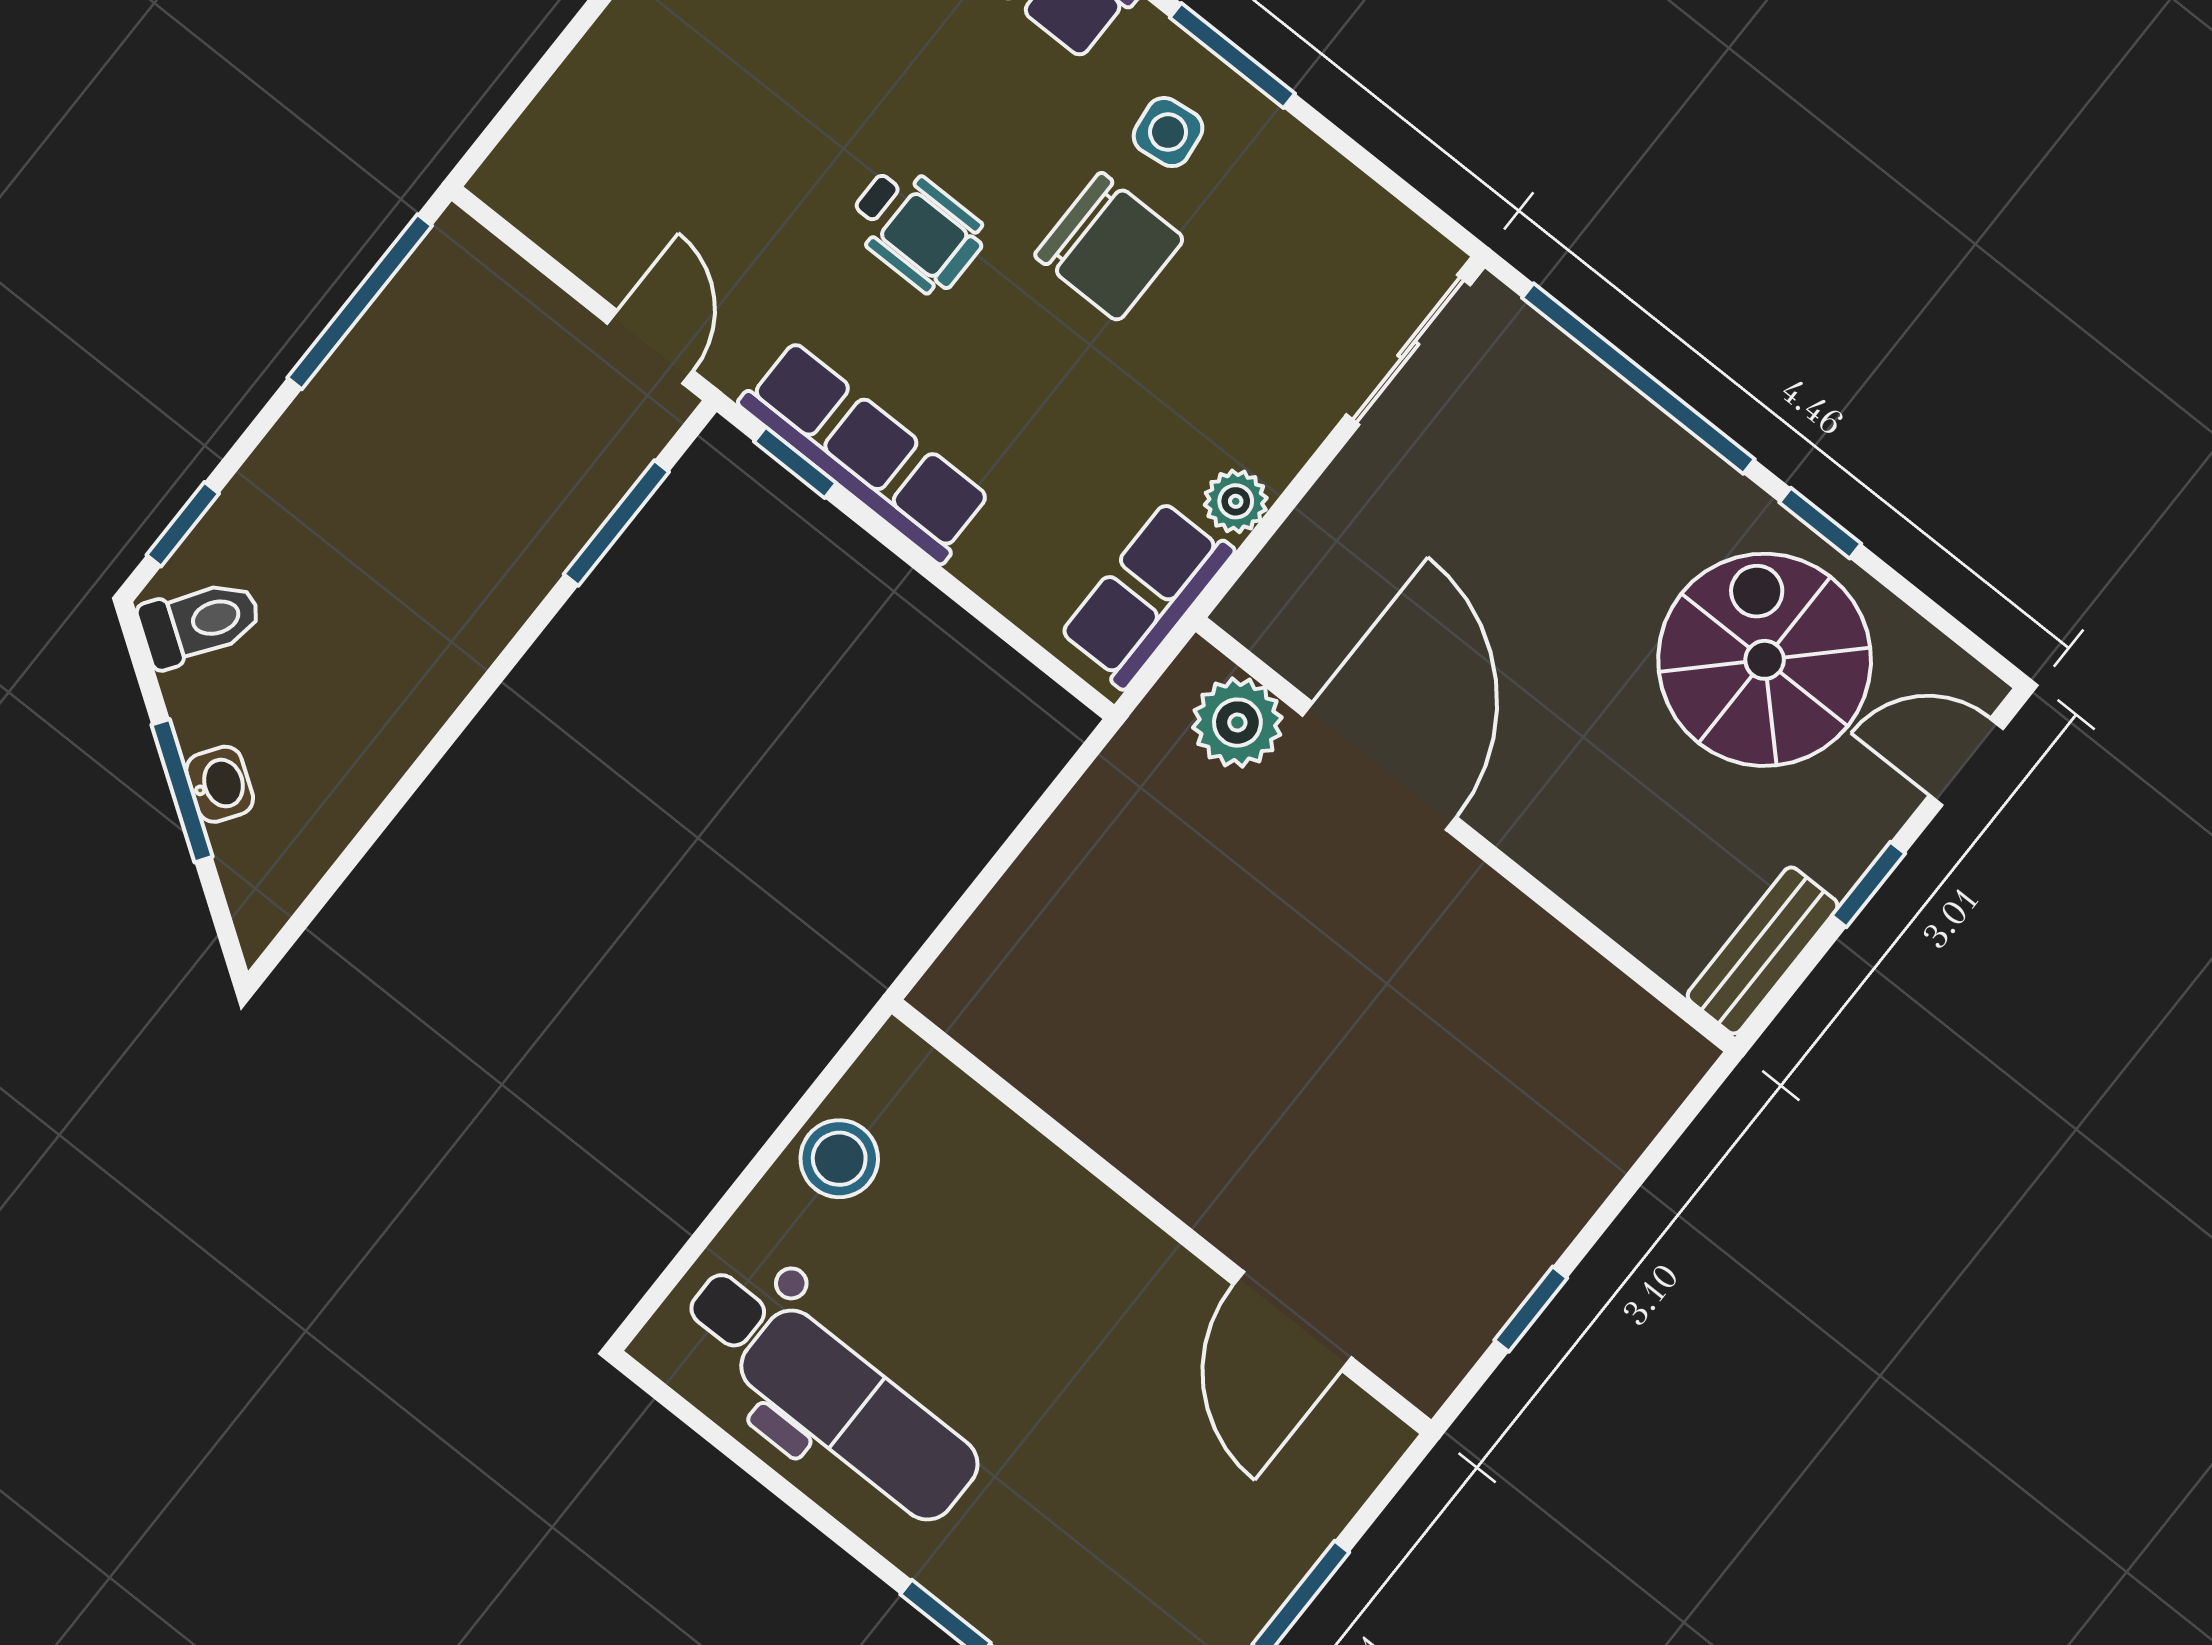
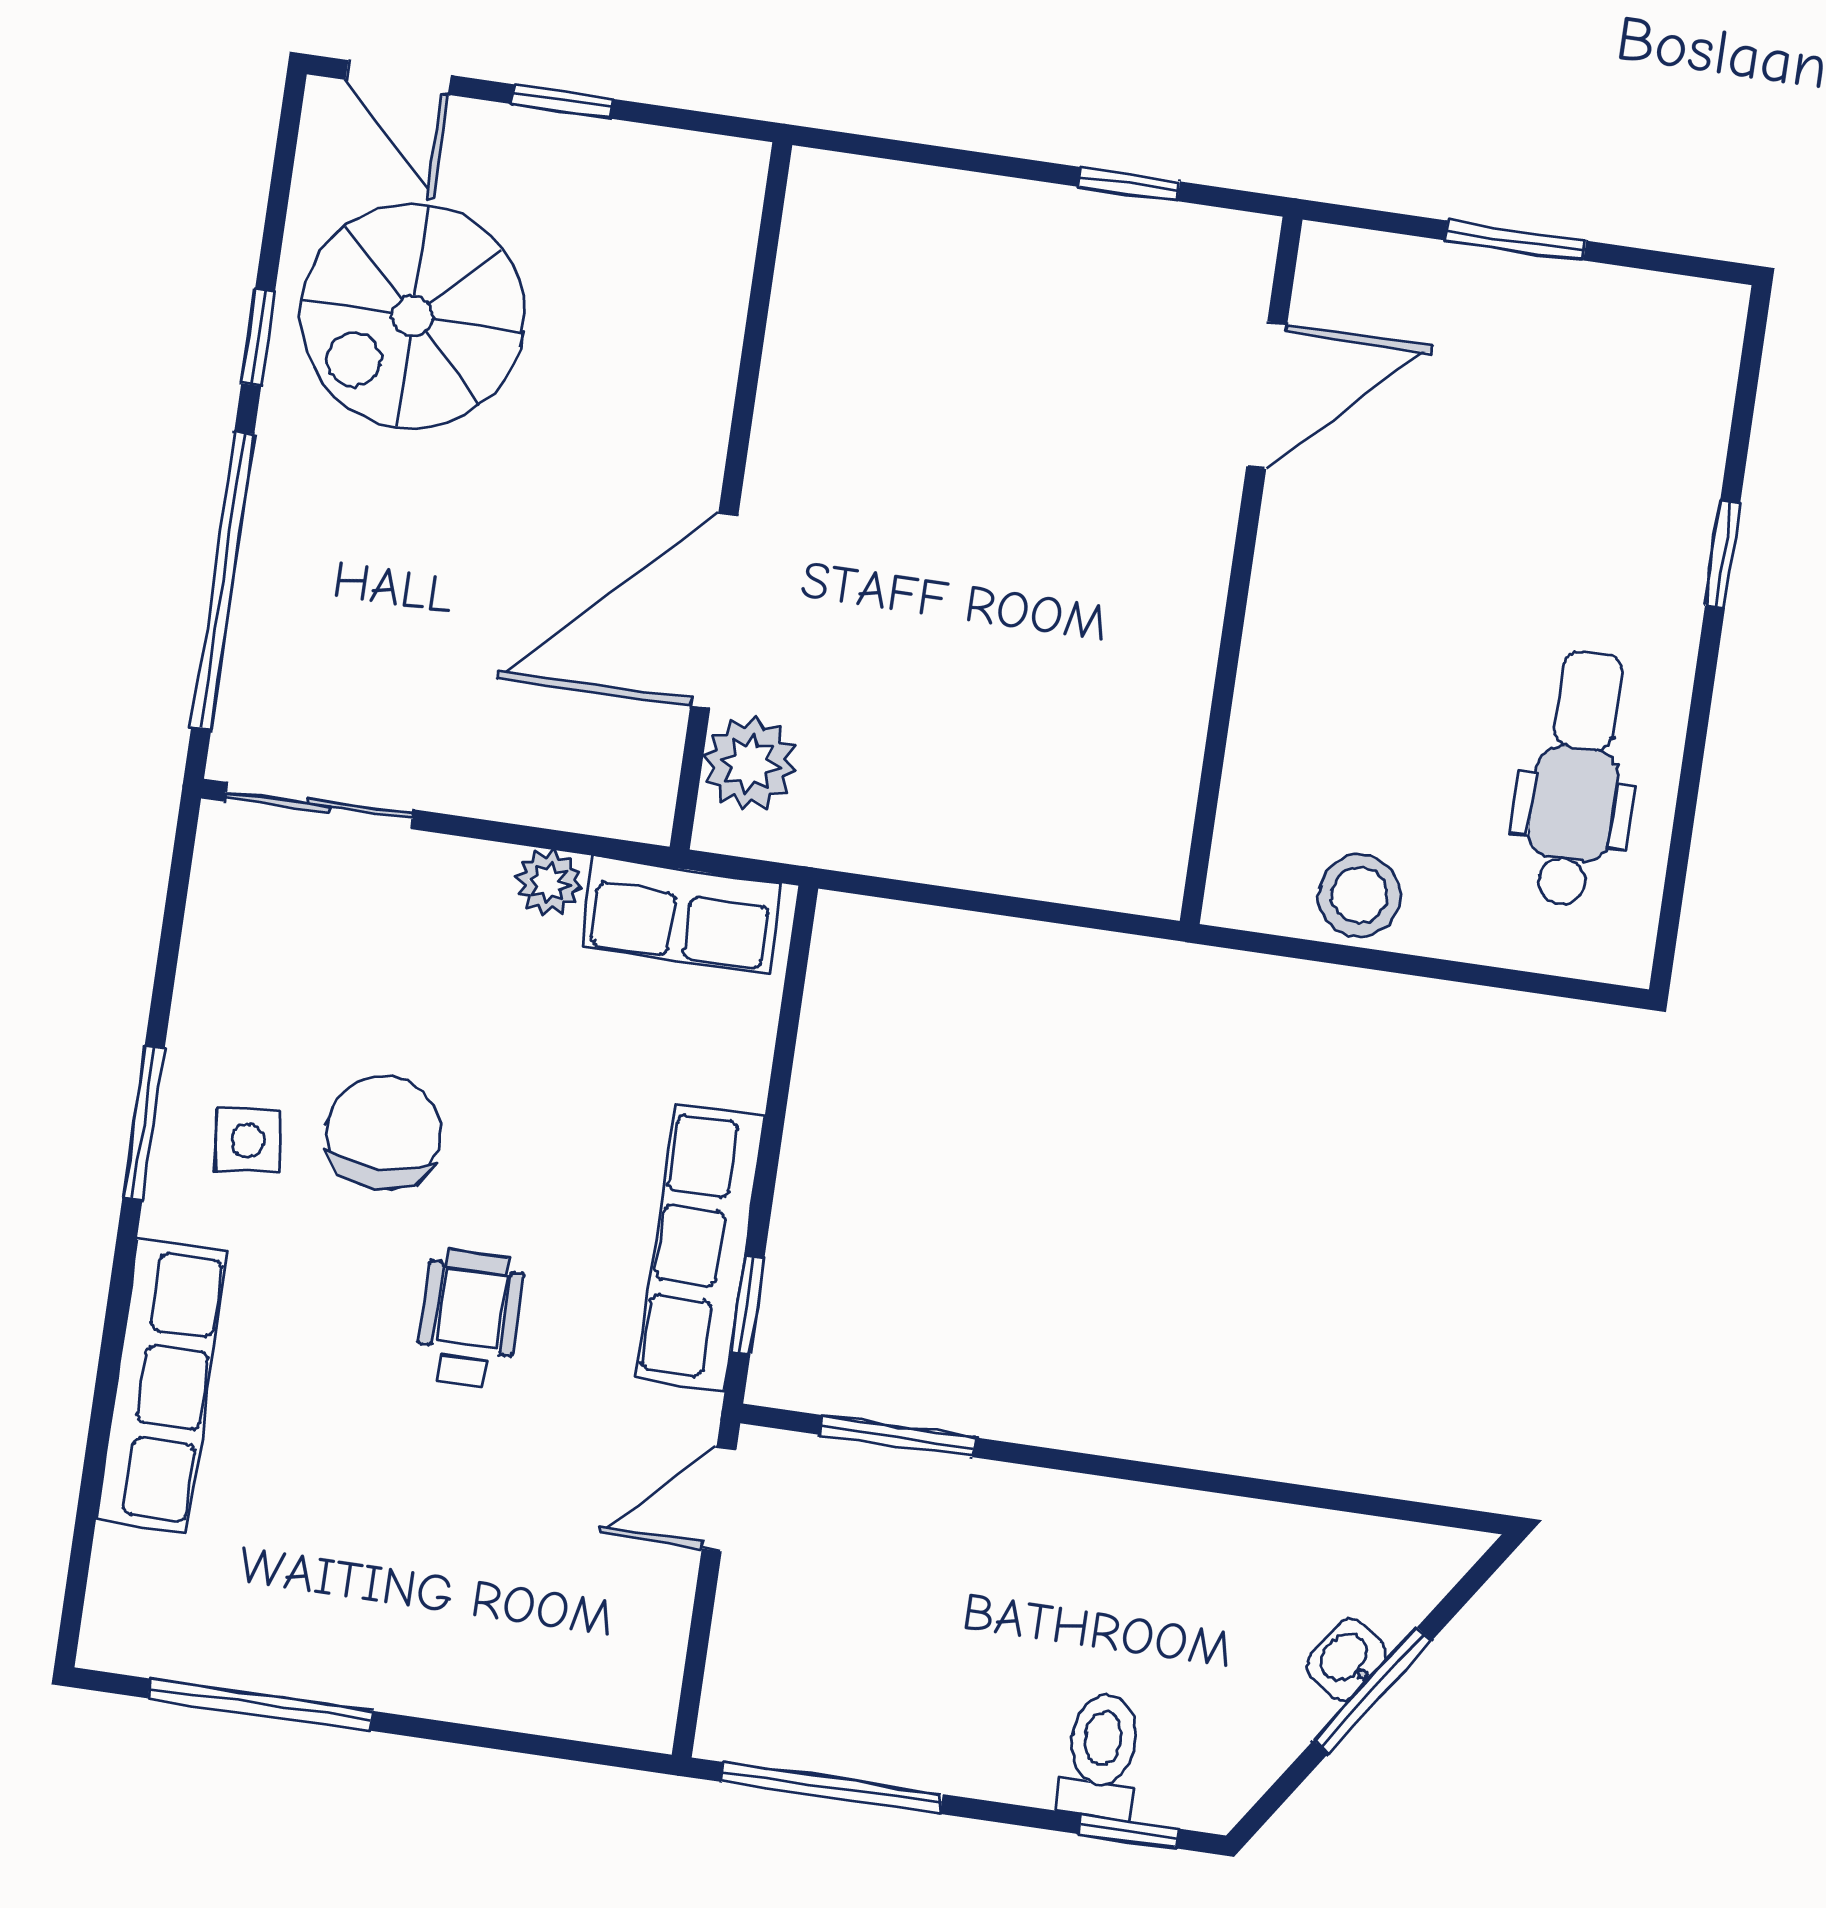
toilet: (200, 622) -> (1101, 1755), moved, turned 56
bench: (1763, 950) -> (679, 163), removed
dental chair: (831, 1392) -> (1577, 779), width x0.73, depth x0.72

